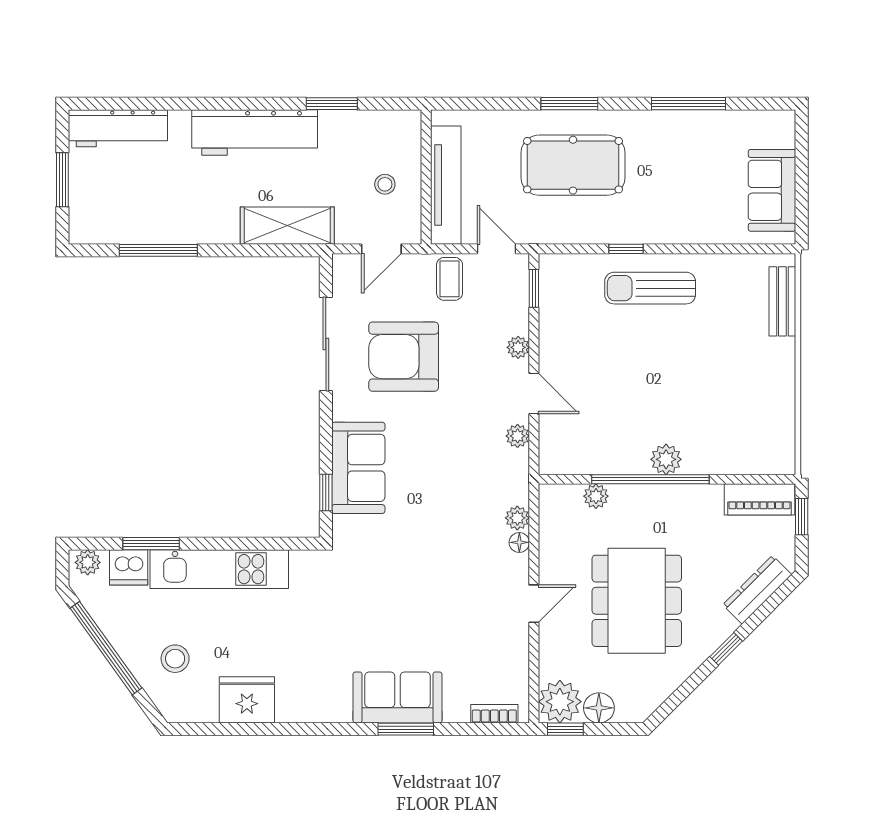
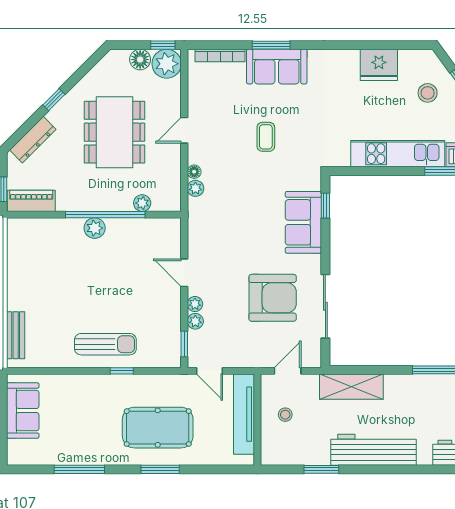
coffee table: (450, 279) -> (266, 137), moved
plant: (518, 436) -> (195, 321), moved
bookcase: (494, 714) -> (220, 56), width x1.56

